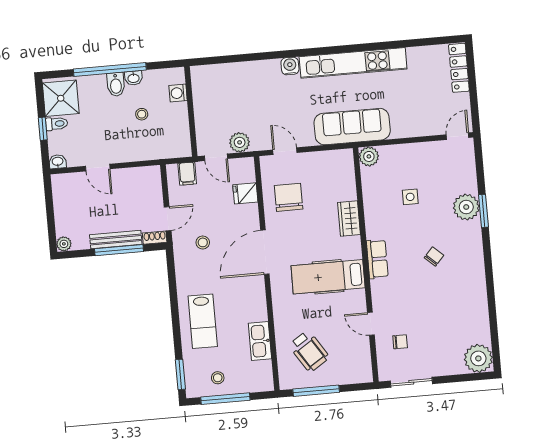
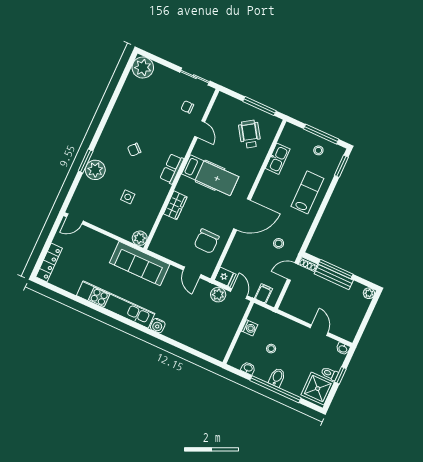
washbasin: (133, 78) -> (248, 368), moved
washing machine: (178, 93) -> (250, 328), moved
fridge: (245, 193) -> (225, 277), moved

